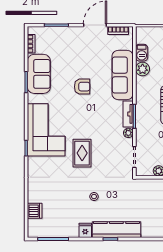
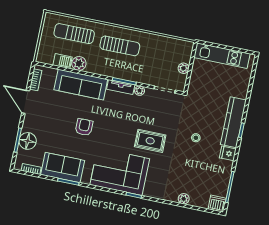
floor lamp: (58, 35) -> (28, 141), added
plant: (33, 197) -> (184, 199), added
dishwasher: (35, 211) -> (217, 204), moved

